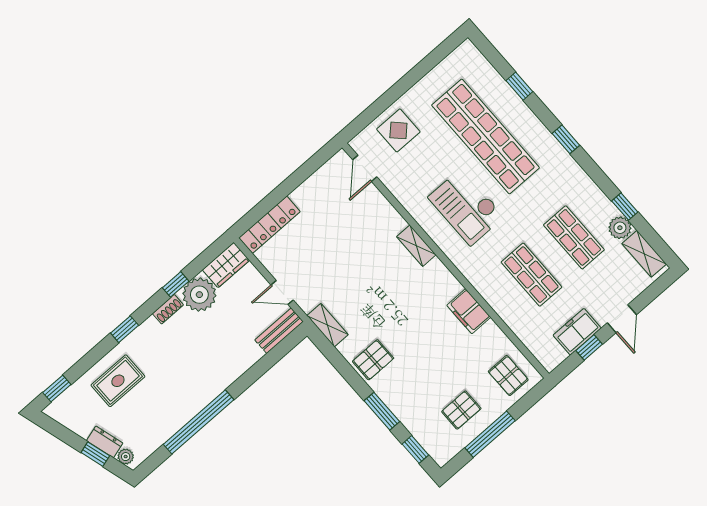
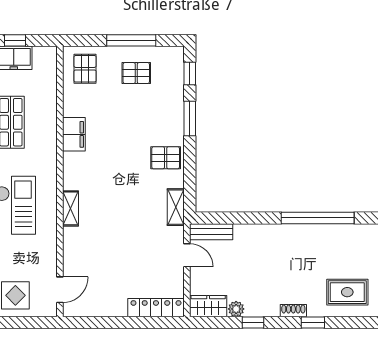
plant: (199, 295) -> (236, 309), width x0.53, depth x0.53
shoe rack: (168, 309) -> (293, 311), moved

